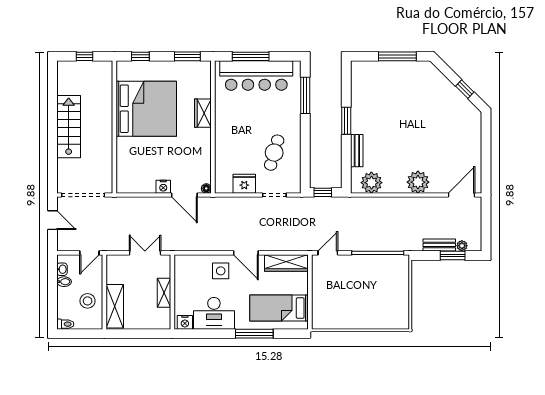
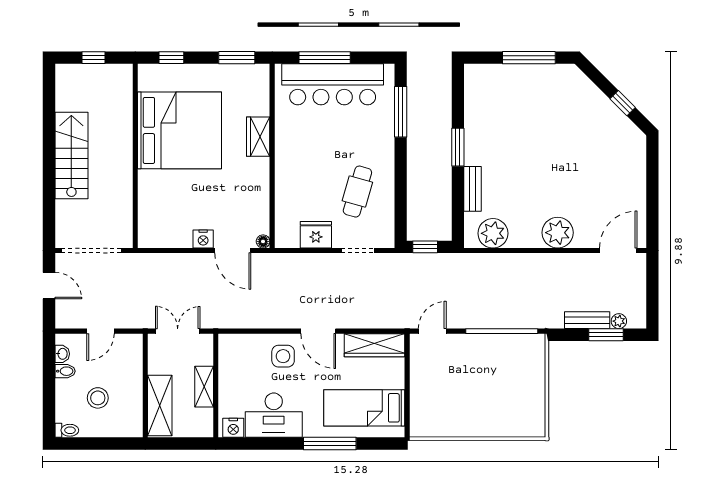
wall: (104, 292) -> (145, 385), moved
shelving: (115, 306) -> (160, 405), moved

